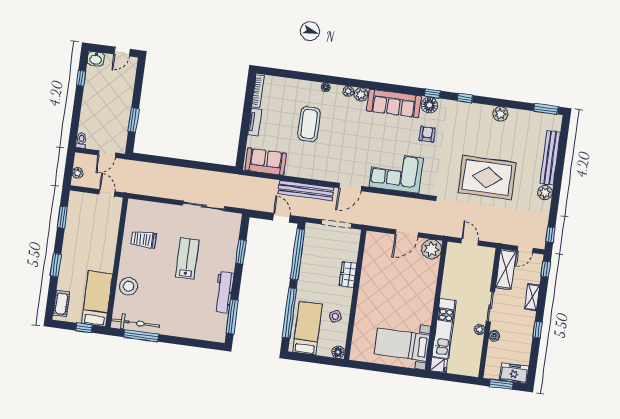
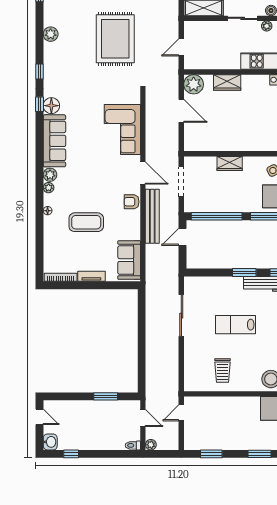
armchair: (427, 134) -> (132, 202), moved
plant: (78, 173) -> (151, 445), moved
window: (241, 252) -> (244, 273), moved
wardrobe: (429, 283) -> (227, 82), added

